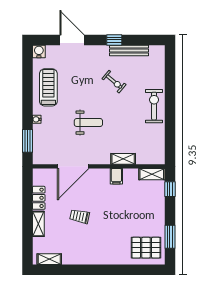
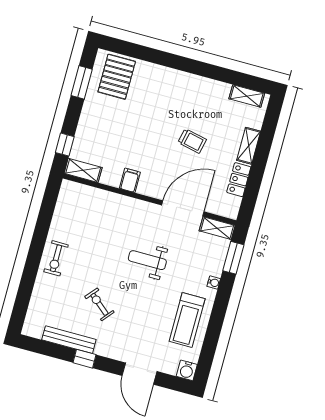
exercise bike: (154, 106) -> (56, 258), width x0.73, depth x0.72
shelving: (123, 159) -> (217, 228), moved
pallet: (146, 248) -> (117, 77), turned 90

